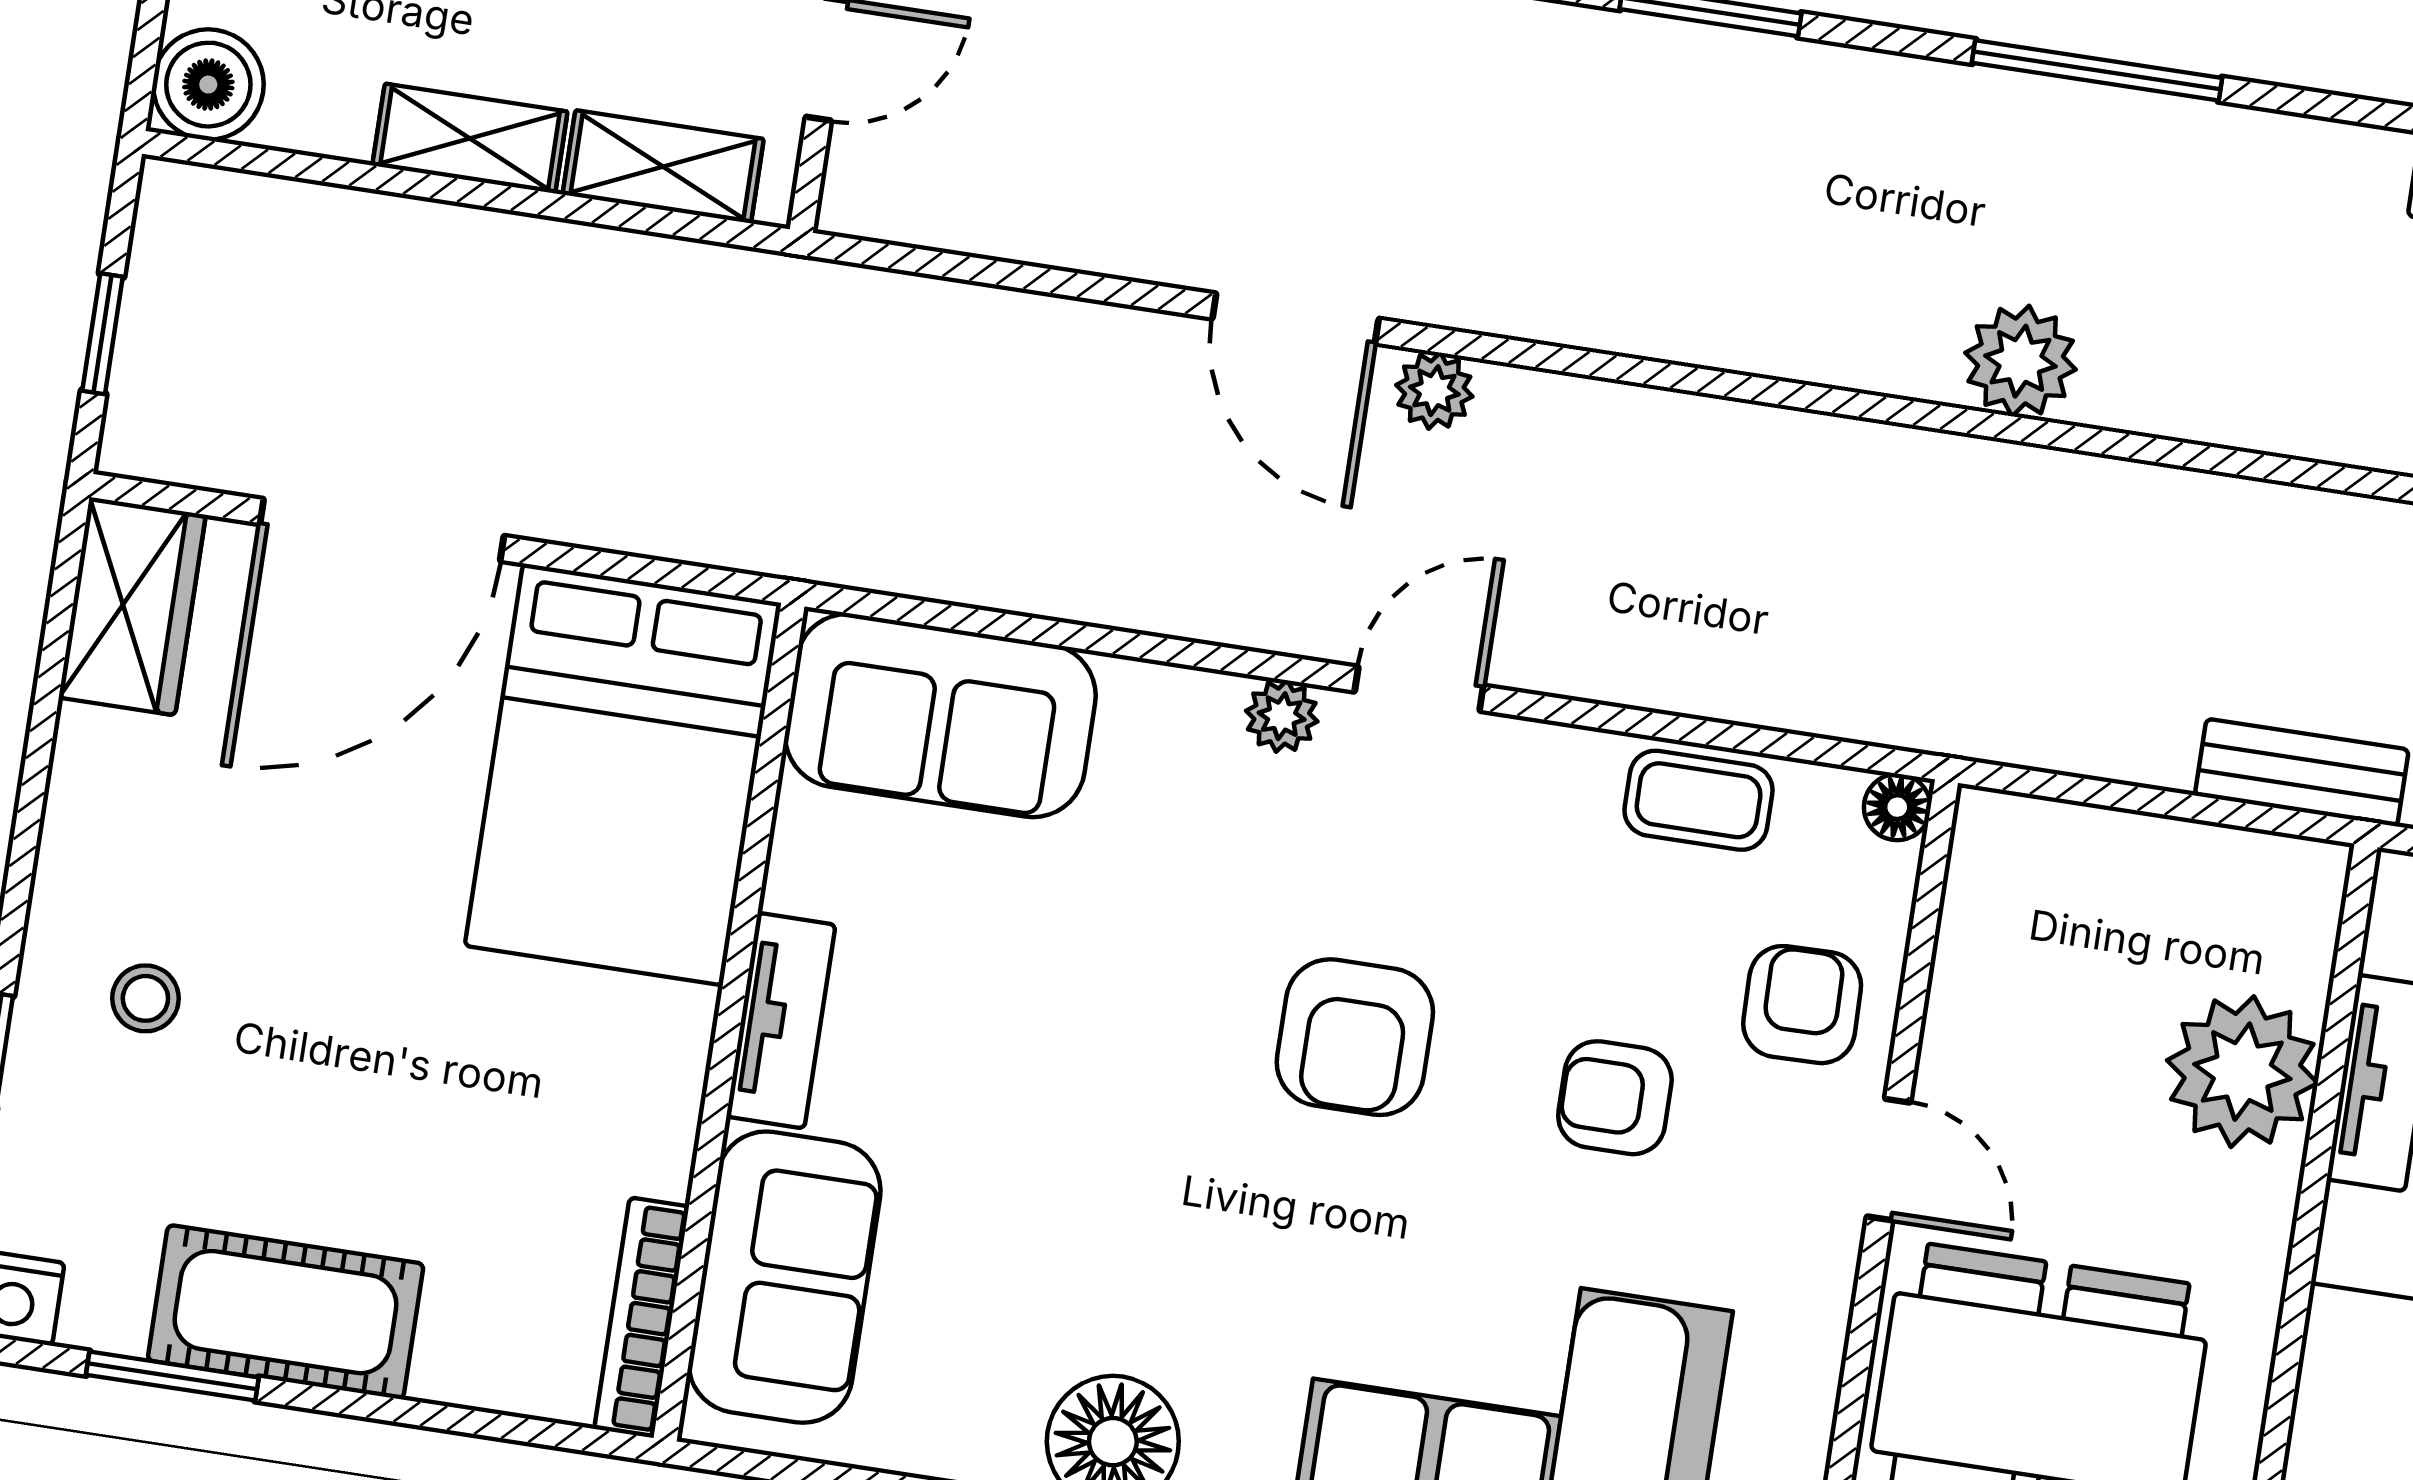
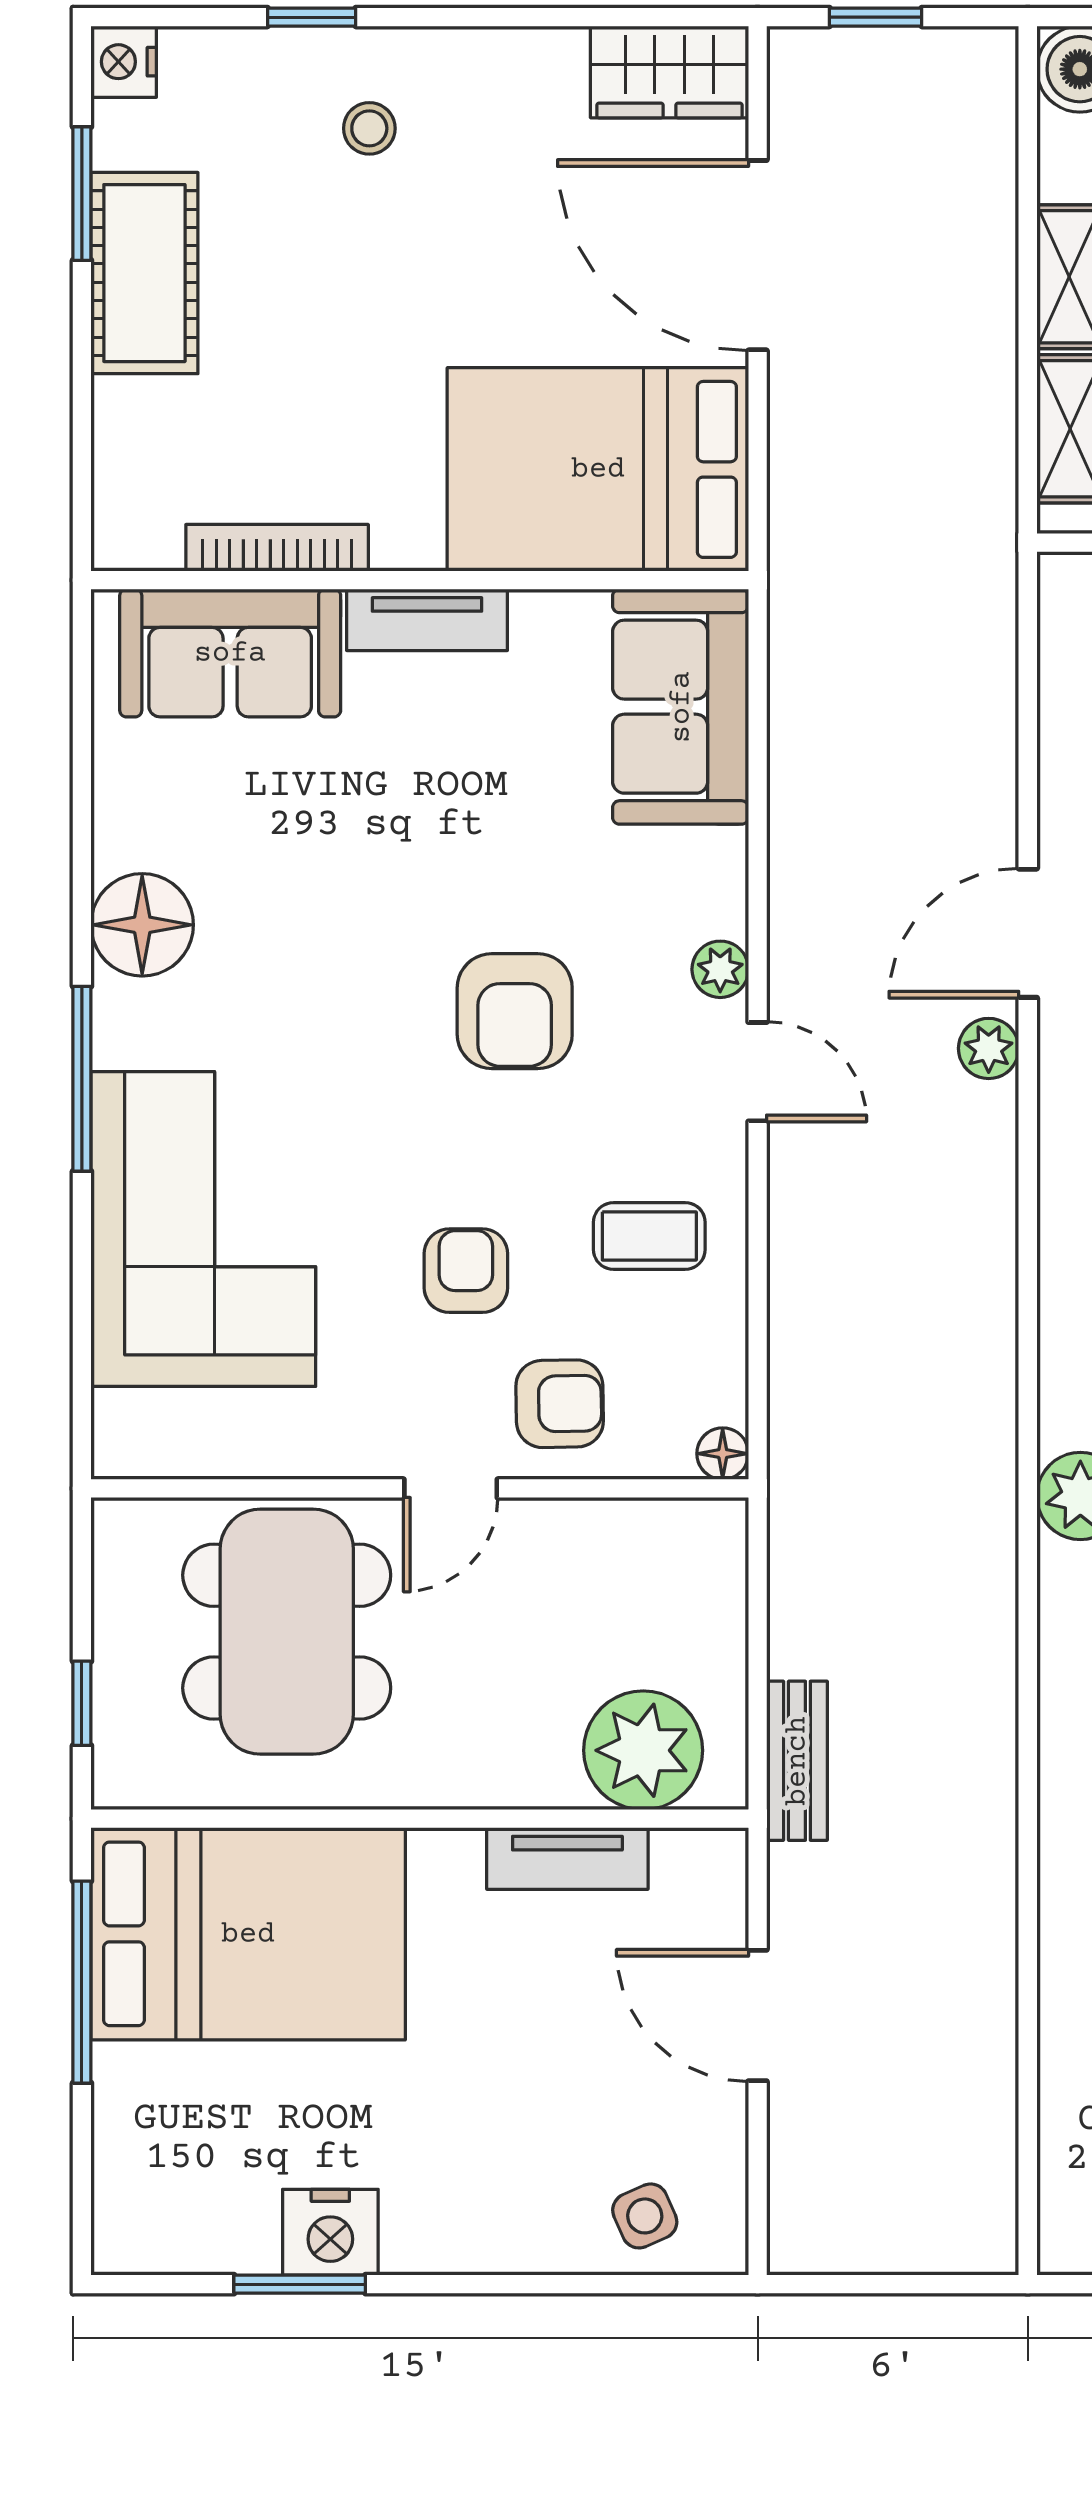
coffee table: (1699, 800) -> (649, 1236), moved, turned 90
armchair: (1355, 1037) -> (515, 1011), moved, turned -90
plant: (2242, 1072) -> (643, 1750), moved
bookcase: (642, 1318) -> (277, 548), moved

